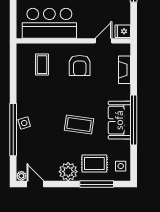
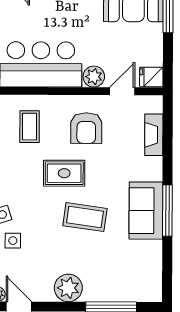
plant: (85, 31) -> (94, 77), added
window: (134, 120) -> (167, 211), width x0.68
rug: (94, 163) -> (64, 173), moved
side table: (121, 166) -> (13, 241), moved

